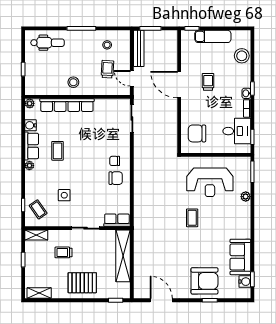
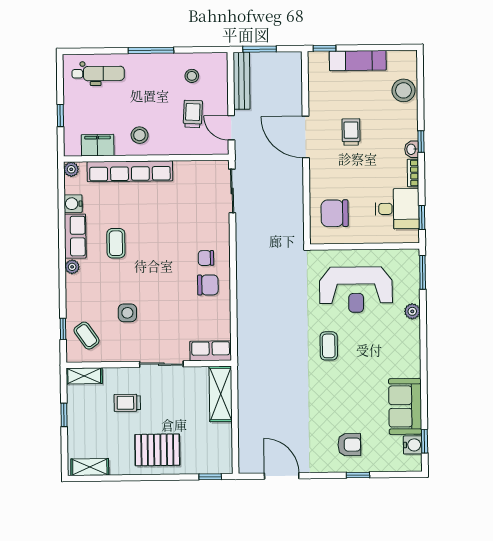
filing cabinet: (47, 88) -> (98, 145), added
shelving: (123, 256) -> (221, 394), width x0.68
armchair: (204, 281) -> (349, 445), width x0.53, depth x0.53

